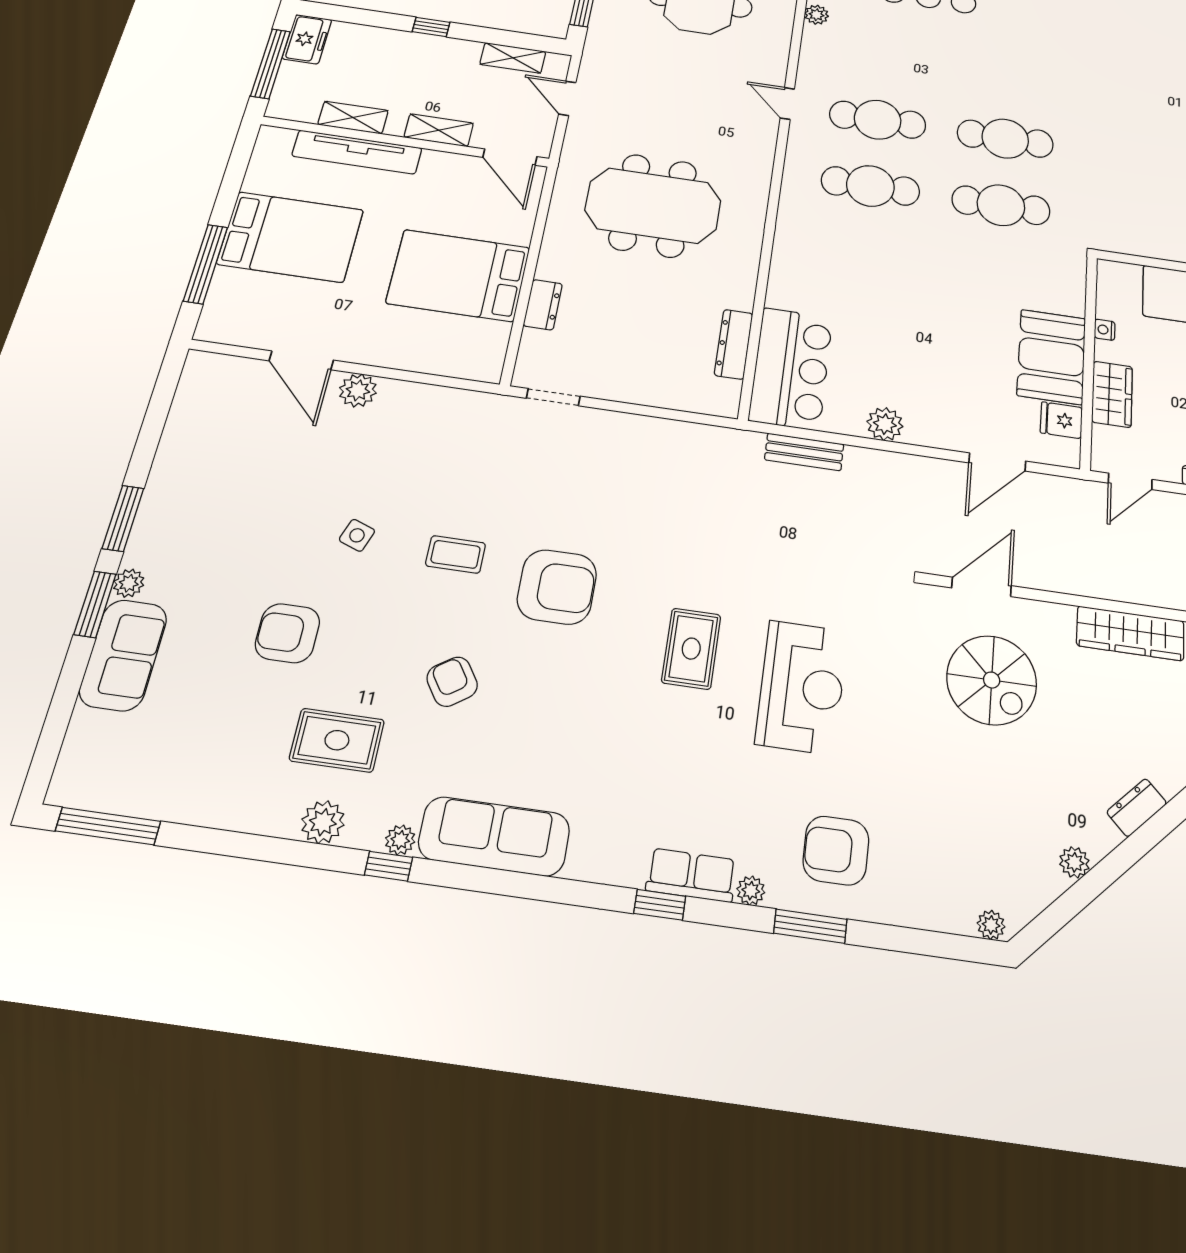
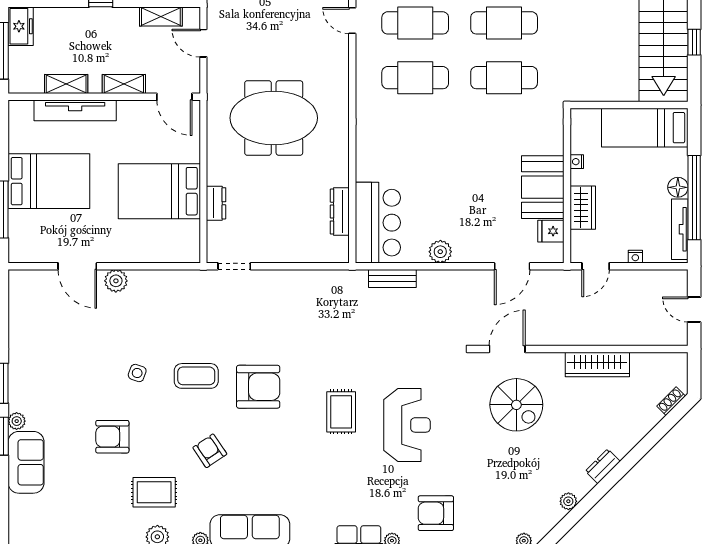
coffee table: (456, 554) -> (196, 376), width x1.36, depth x1.30

